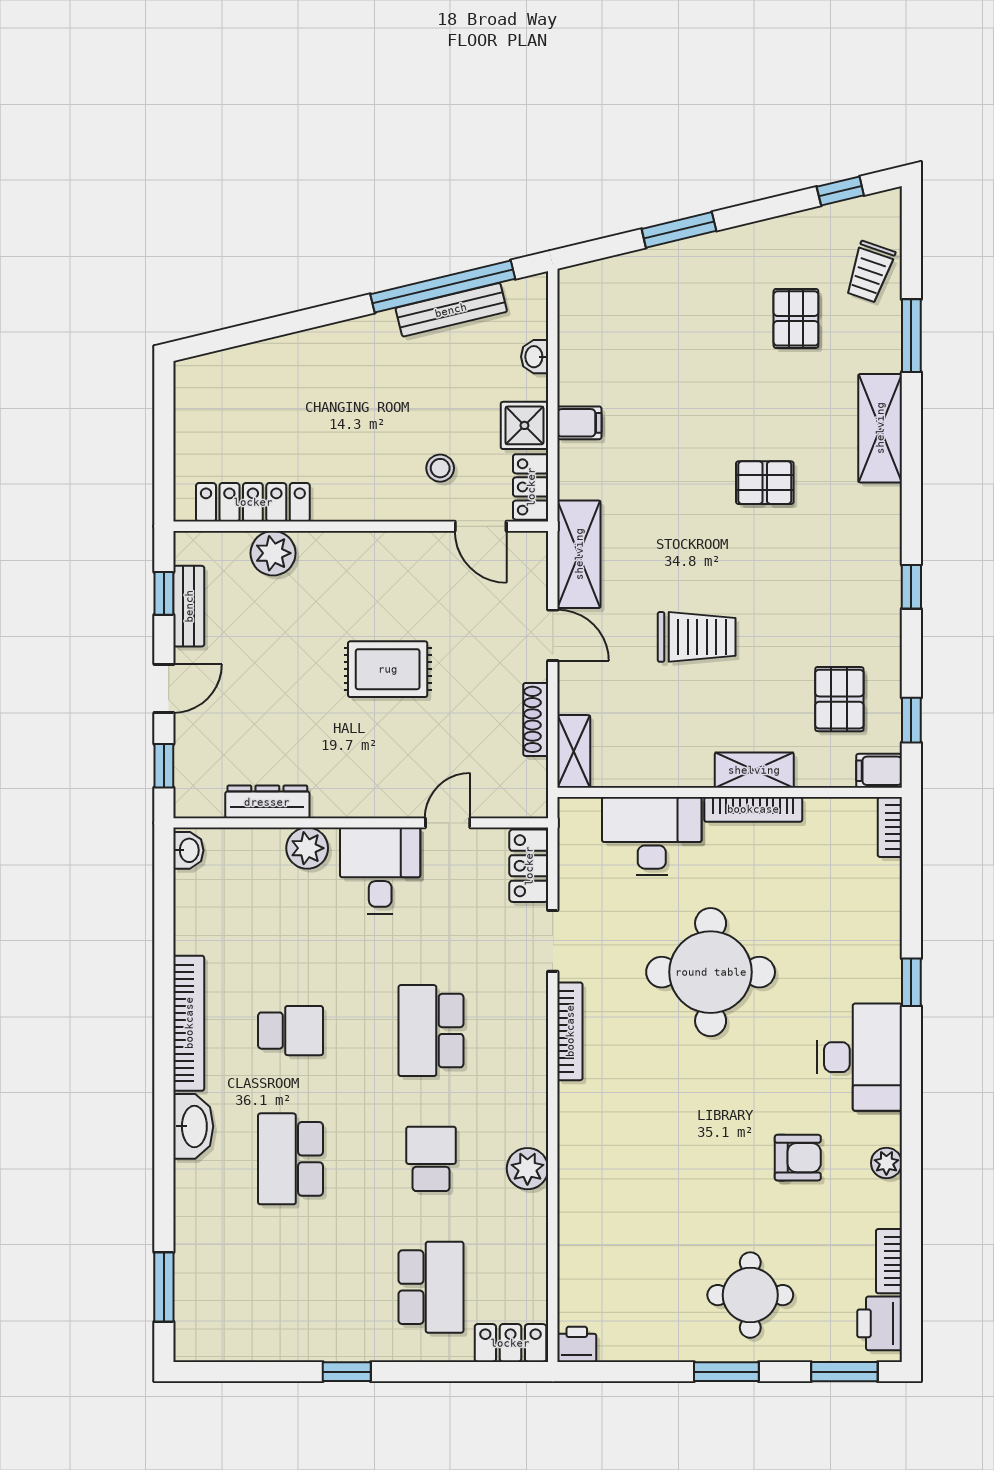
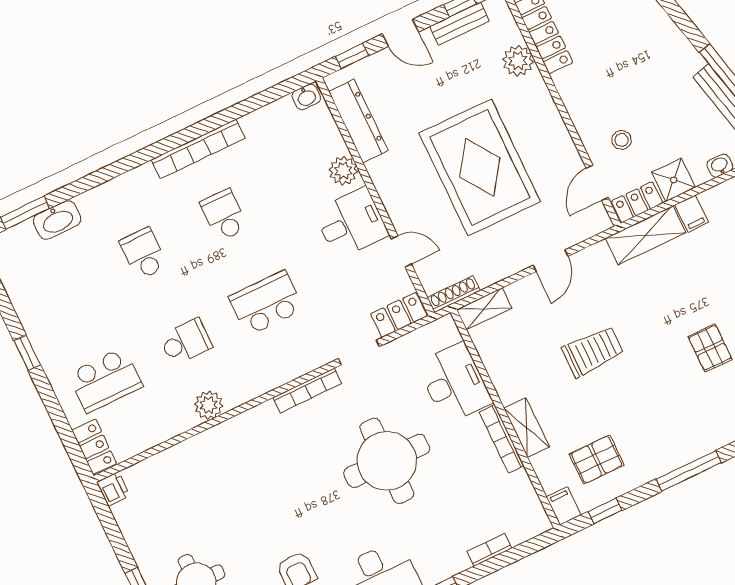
shelving: (579, 554) -> (646, 235), moved
window: (911, 587) -> (689, 471), width x2.17
trolley: (697, 637) -> (593, 351), turned -90
rug: (388, 669) -> (480, 167), width x1.86, depth x2.06
shoe rack: (536, 719) -> (454, 294), moved
dresser: (267, 802) -> (358, 121), width x1.37, depth x1.24
bookcase: (890, 827) -> (489, 550), moved
school desk: (290, 1031) -> (224, 215), turned 180
washbasin: (193, 1126) -> (57, 220), moved
school desk: (290, 1159) -> (144, 254), width x0.54

